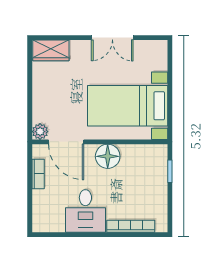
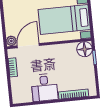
door: (66, 142) -> (28, 46), swing flipped
floor lamp: (108, 156) -> (85, 49), moved

